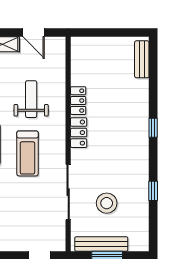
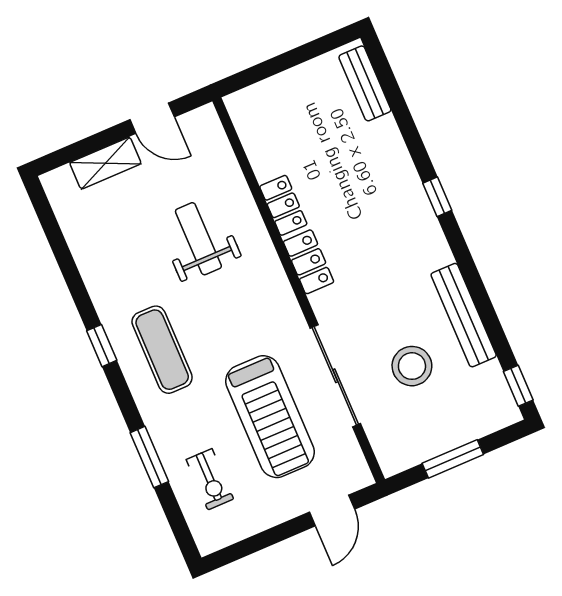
treadmill: (27, 153) -> (270, 417), moved, width x1.37, depth x1.38
window: (153, 191) -> (518, 386), moved
bench: (101, 244) -> (464, 315), moved, turned 90

